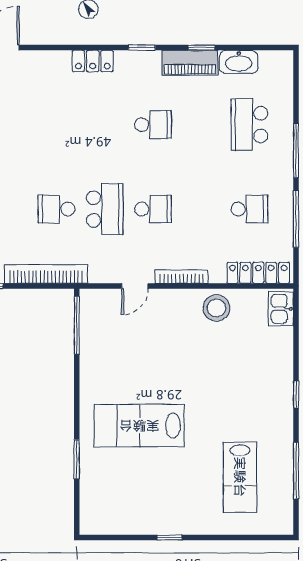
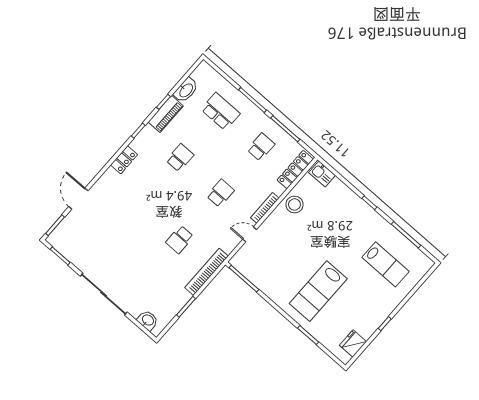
school desk: (249, 125) -> (220, 111), turned 180
school desk: (105, 209) -> (200, 216), removed
door: (135, 286) -> (250, 234), swing flipped
fridge: (113, 521) -> (353, 344), added

